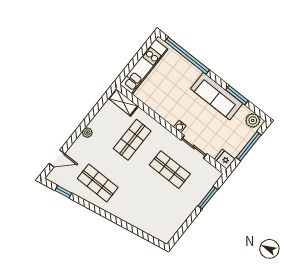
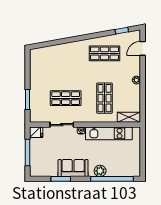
kitchen unit: (144, 67) -> (109, 133), moved, turned -90
sofa: (217, 96) -> (73, 168), width x0.73
plant: (253, 120) -> (100, 171), moved

